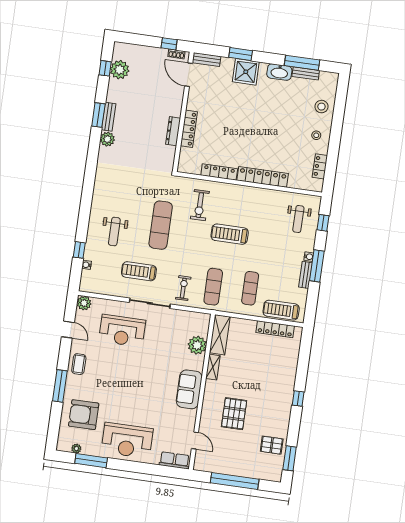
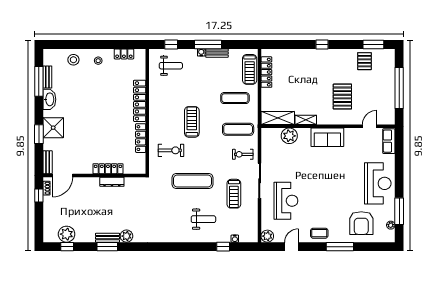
treadmill: (230, 234) -> (192, 122), turned 180
pallet: (234, 414) -> (342, 97), turned 90

